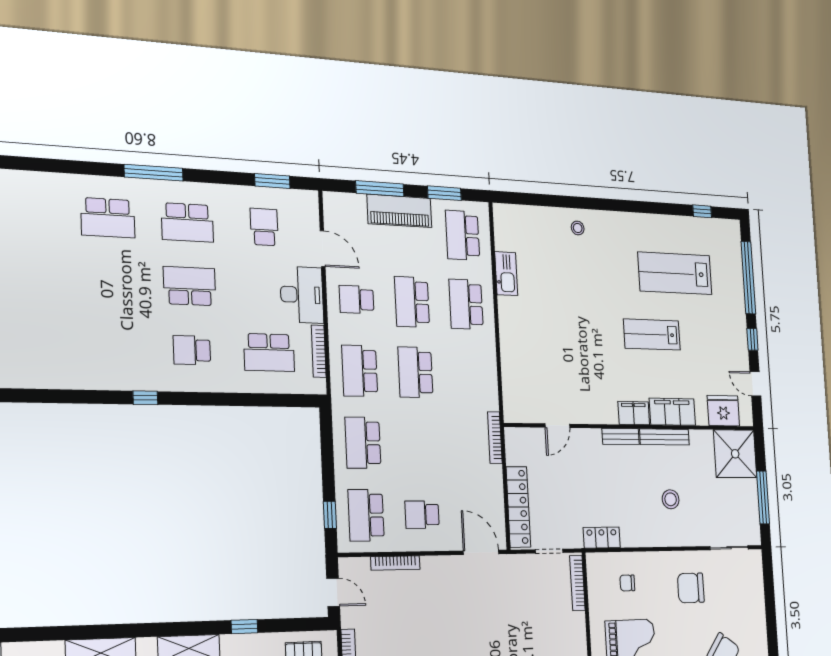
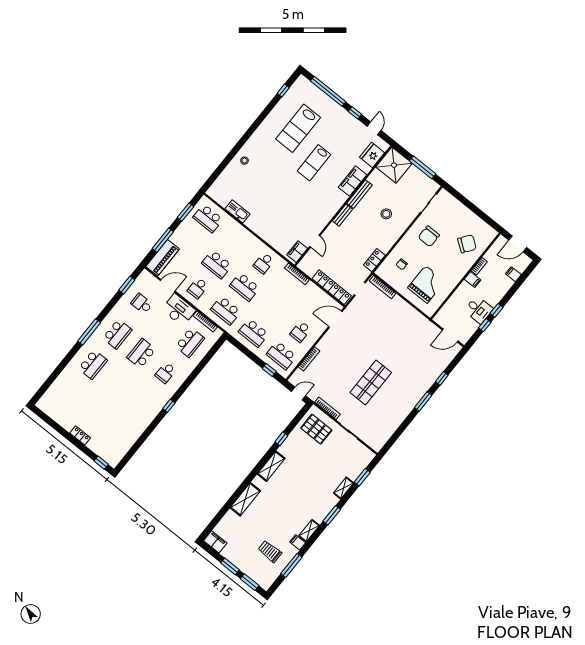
piano: (399, 211) -> (163, 258), moved
school desk: (466, 304) -> (264, 263), moved, width x0.54
door: (755, 384) -> (374, 128), swing flipped
filing cabinet: (634, 413) -> (297, 252), moved

